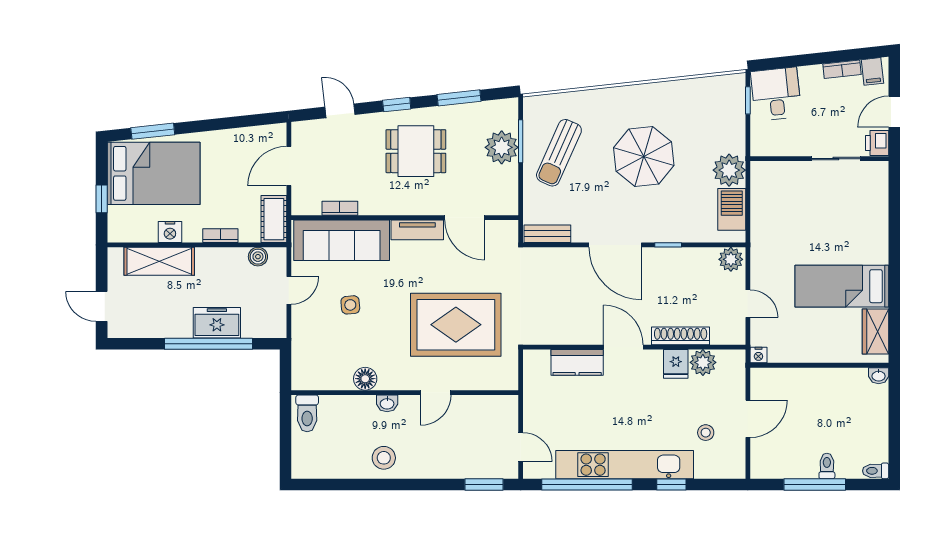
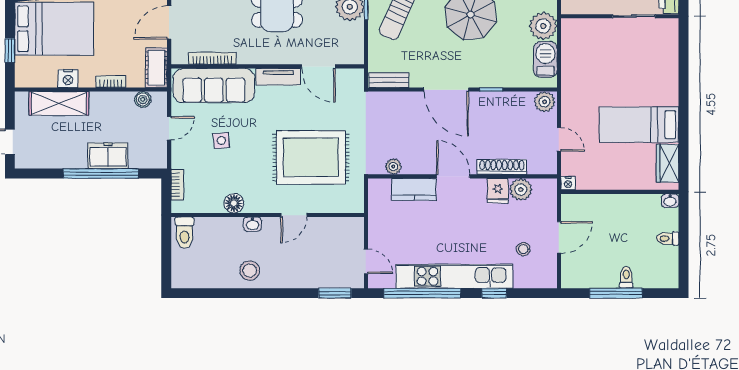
bookcase: (340, 208) -> (212, 58), width x1.56
plant: (553, 335) -> (393, 167), added
bookcase: (299, 357) -> (177, 185), added
toilet: (876, 471) -> (668, 238), moved

